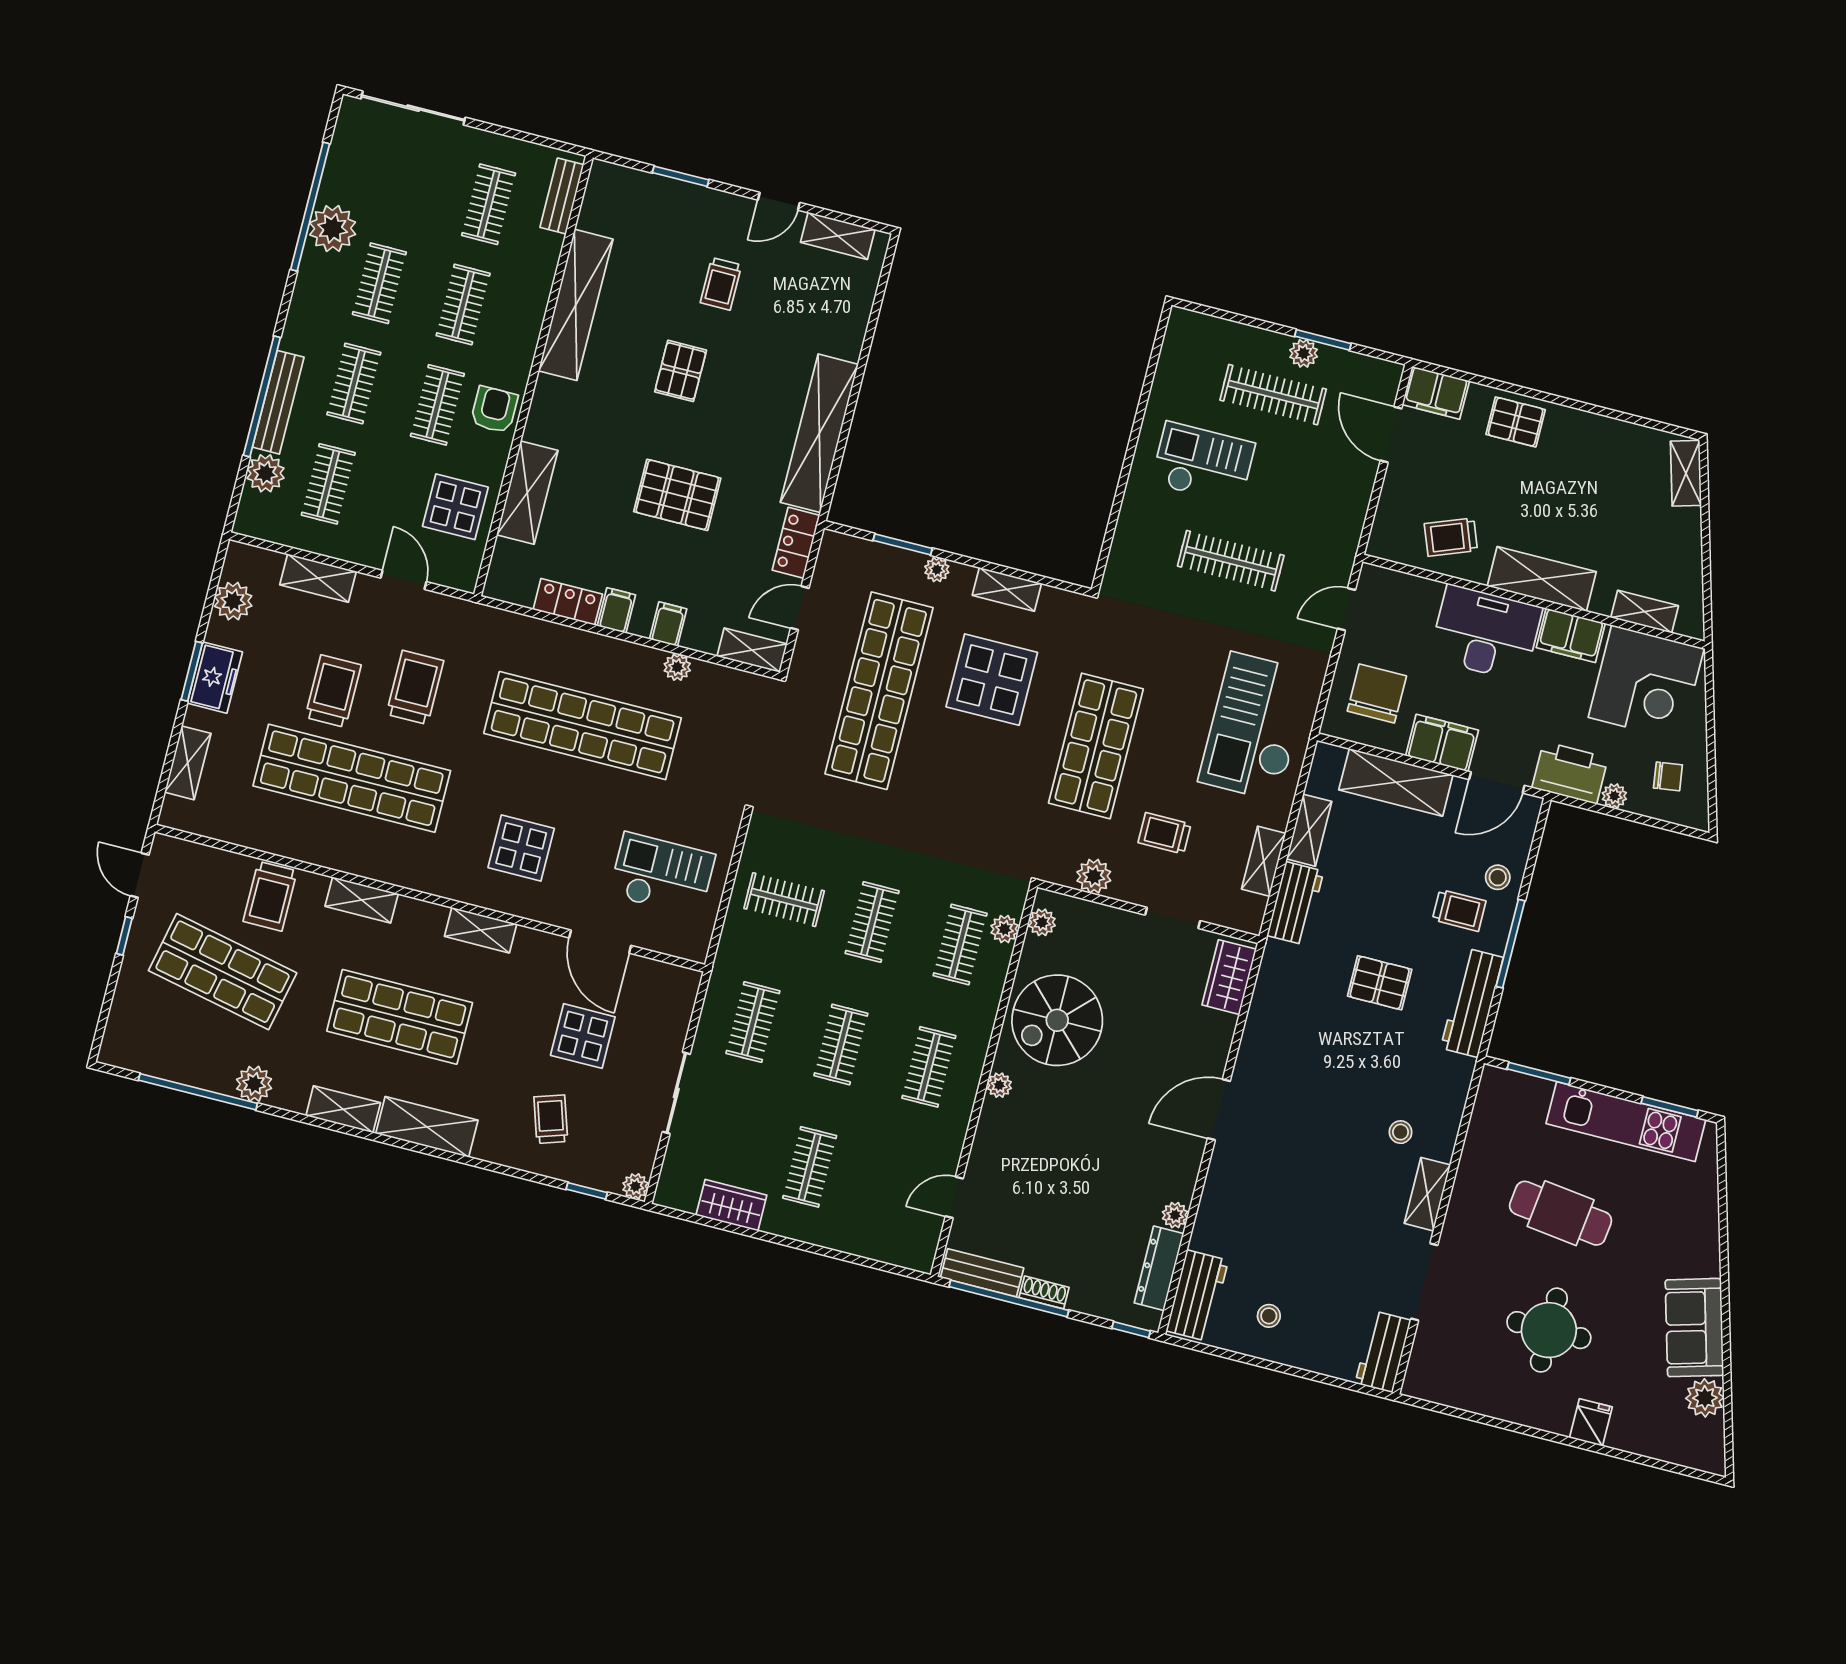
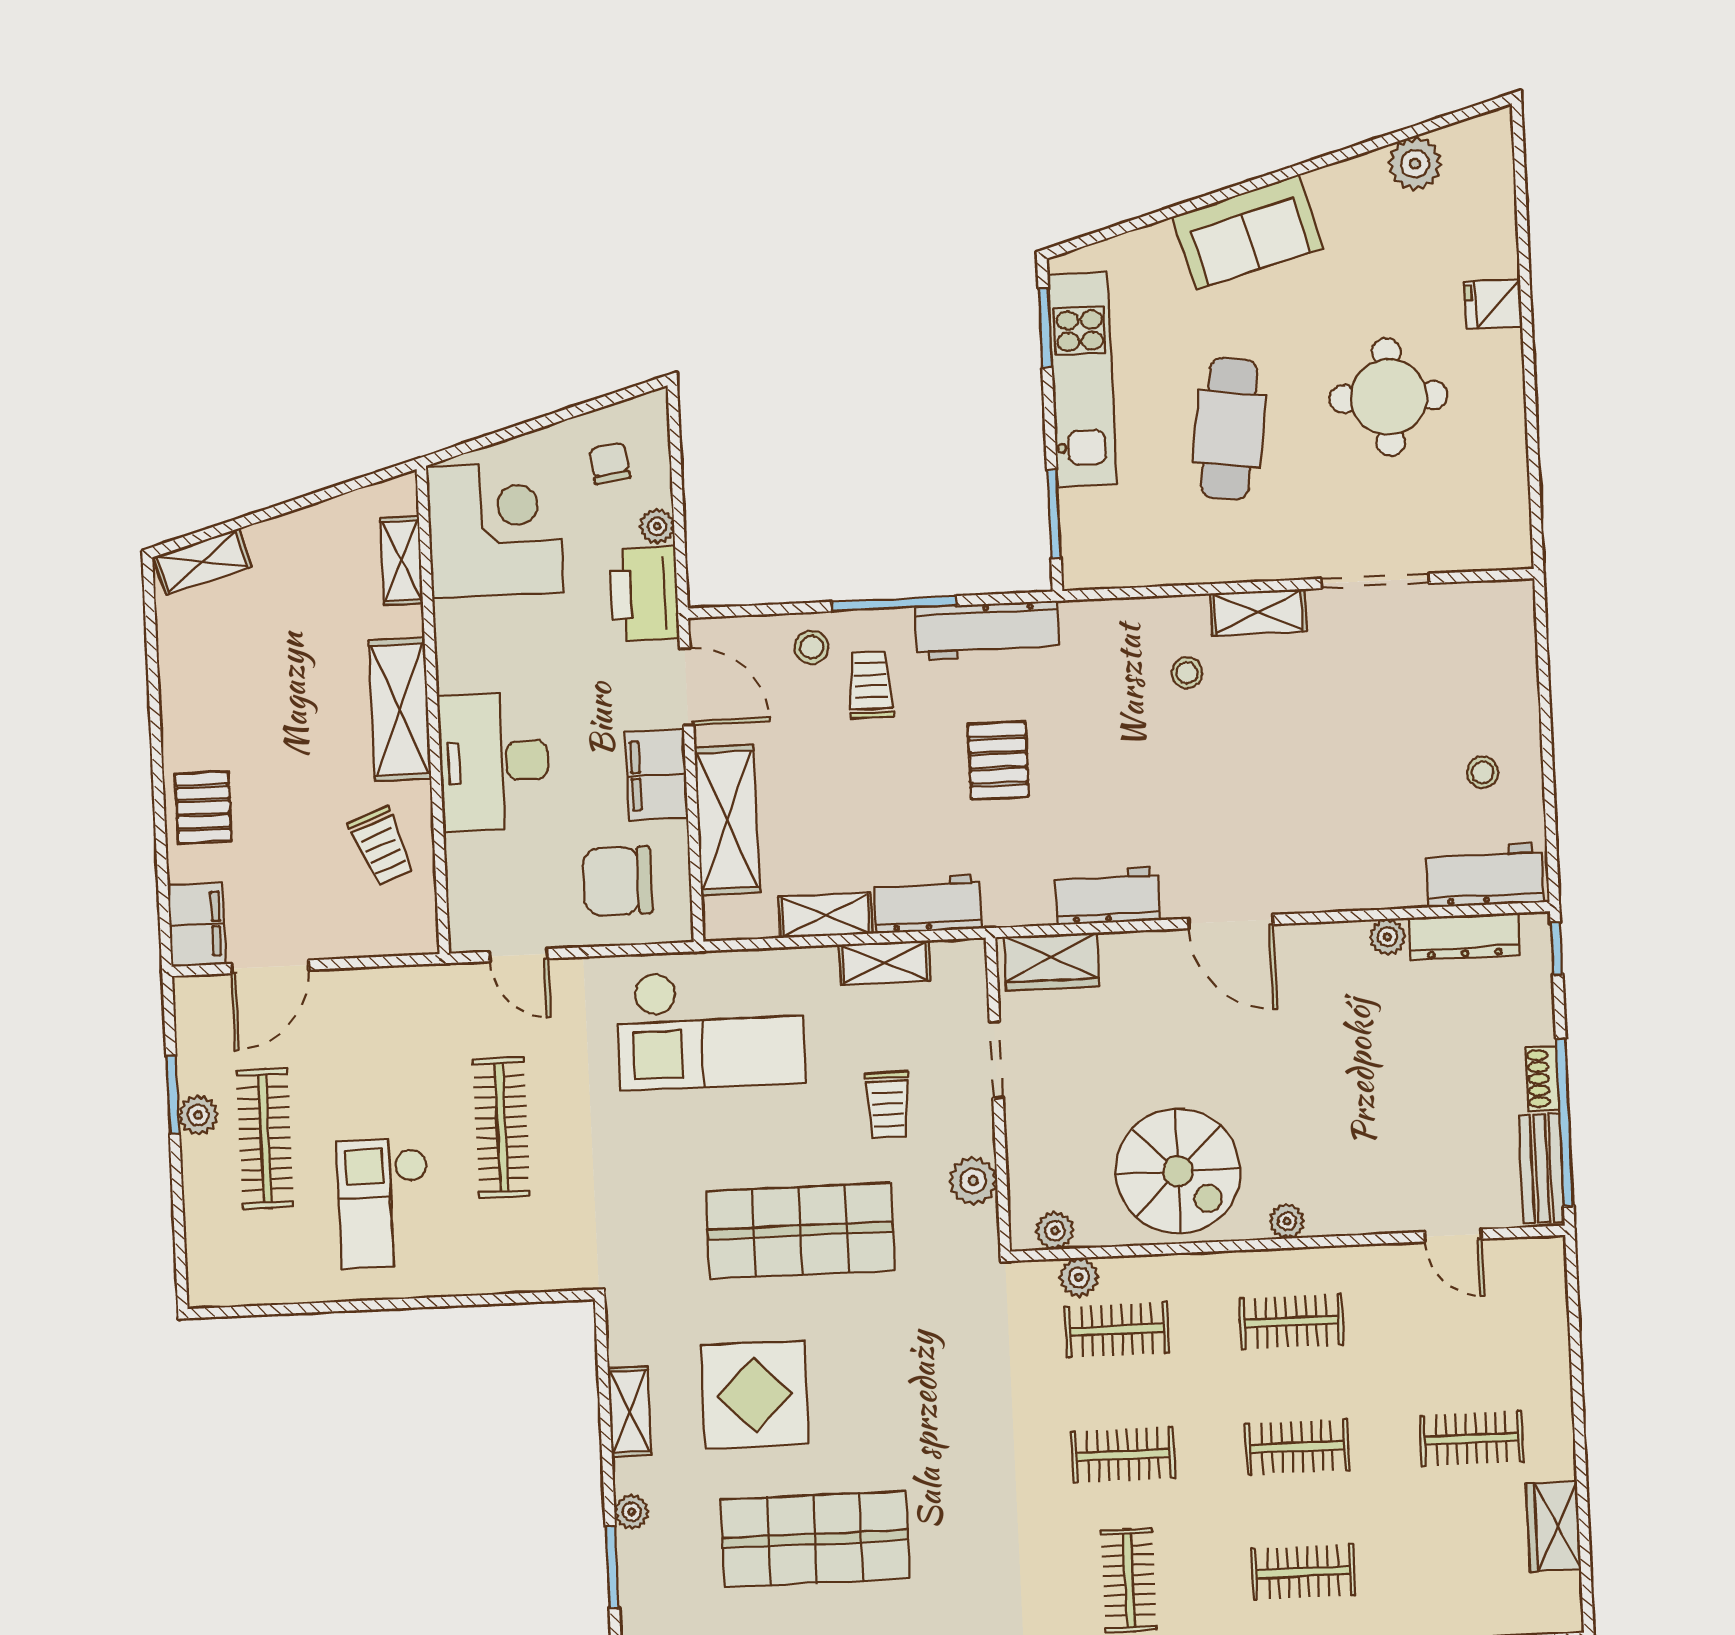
filing cabinet: (1571, 635) -> (463, 649), removed
shop shelf: (879, 691) -> (815, 1539), width x0.71
sofa: (1694, 1328) -> (1248, 232), moved
workbench: (1383, 1352) -> (1107, 896), moved, turned 180

